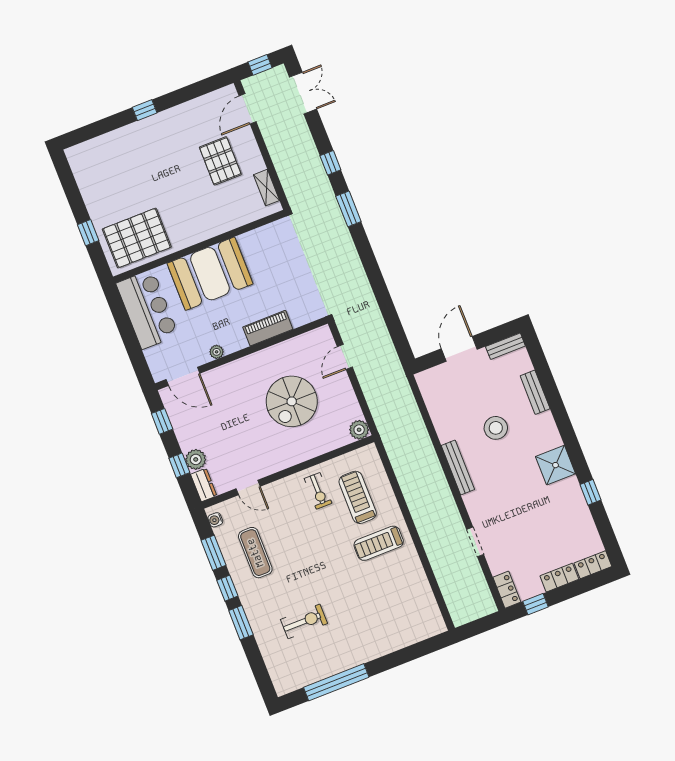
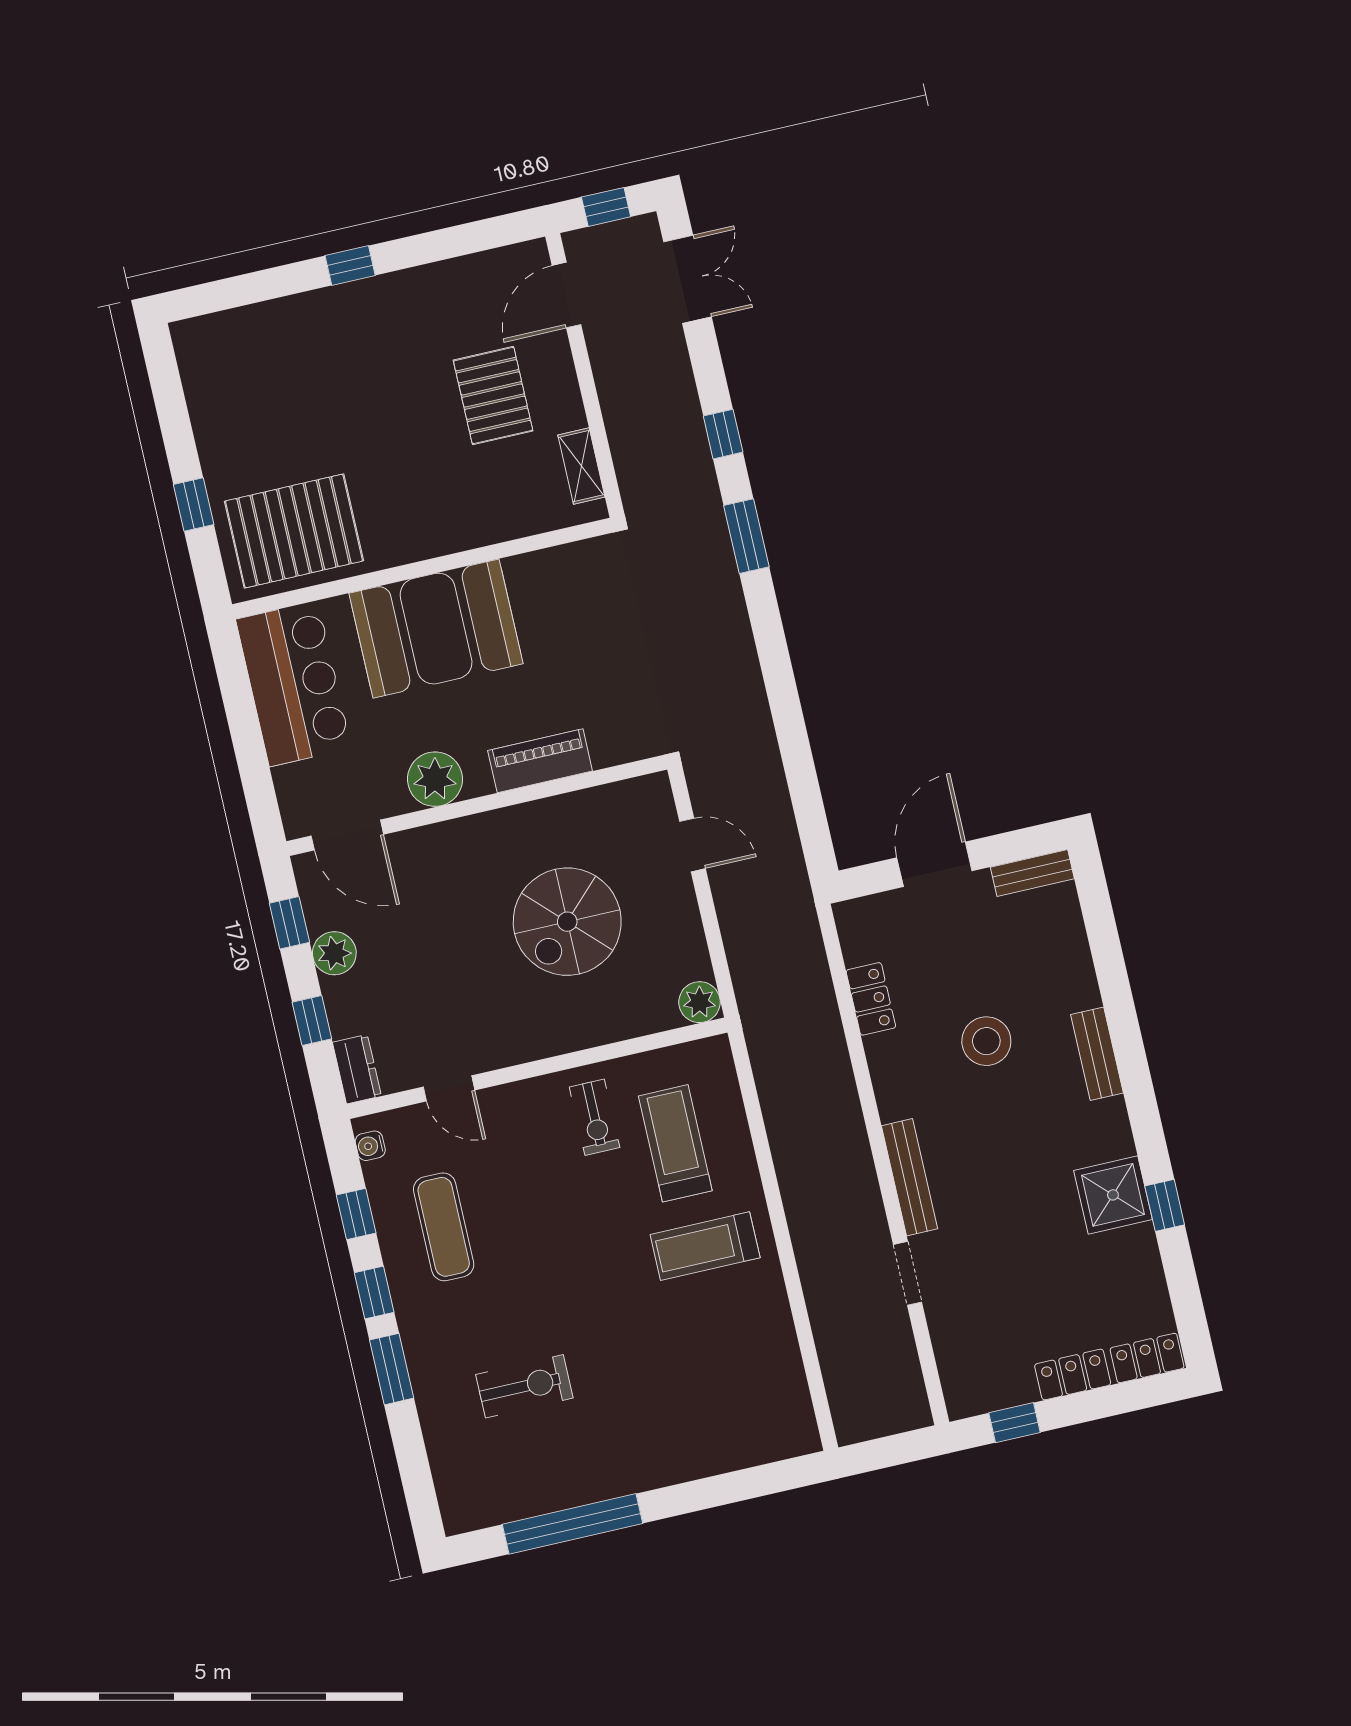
plant: (217, 352) -> (435, 779), width x1.88, depth x1.88
door: (345, 357) -> (692, 845), swing flipped
bench: (535, 392) -> (1097, 1054), moved
plant: (196, 459) -> (334, 953), moved
shower: (556, 465) -> (1113, 1195), moved
bench: (458, 467) -> (910, 1177), moved
window: (214, 553) -> (356, 1214), width x0.67
locker: (507, 590) -> (871, 999), moved

